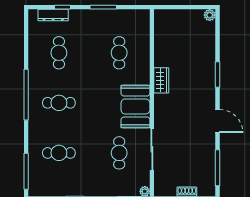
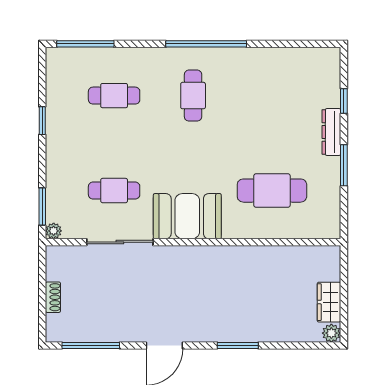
dresser: (53, 15) -> (331, 132), moved
cafe table: (59, 53) -> (272, 96), removed
cafe table: (119, 53) -> (272, 191), width x1.37, depth x1.35
wardrobe: (161, 80) -> (329, 302), moved, turned 90
cafe table: (59, 153) -> (114, 96), turned 90

